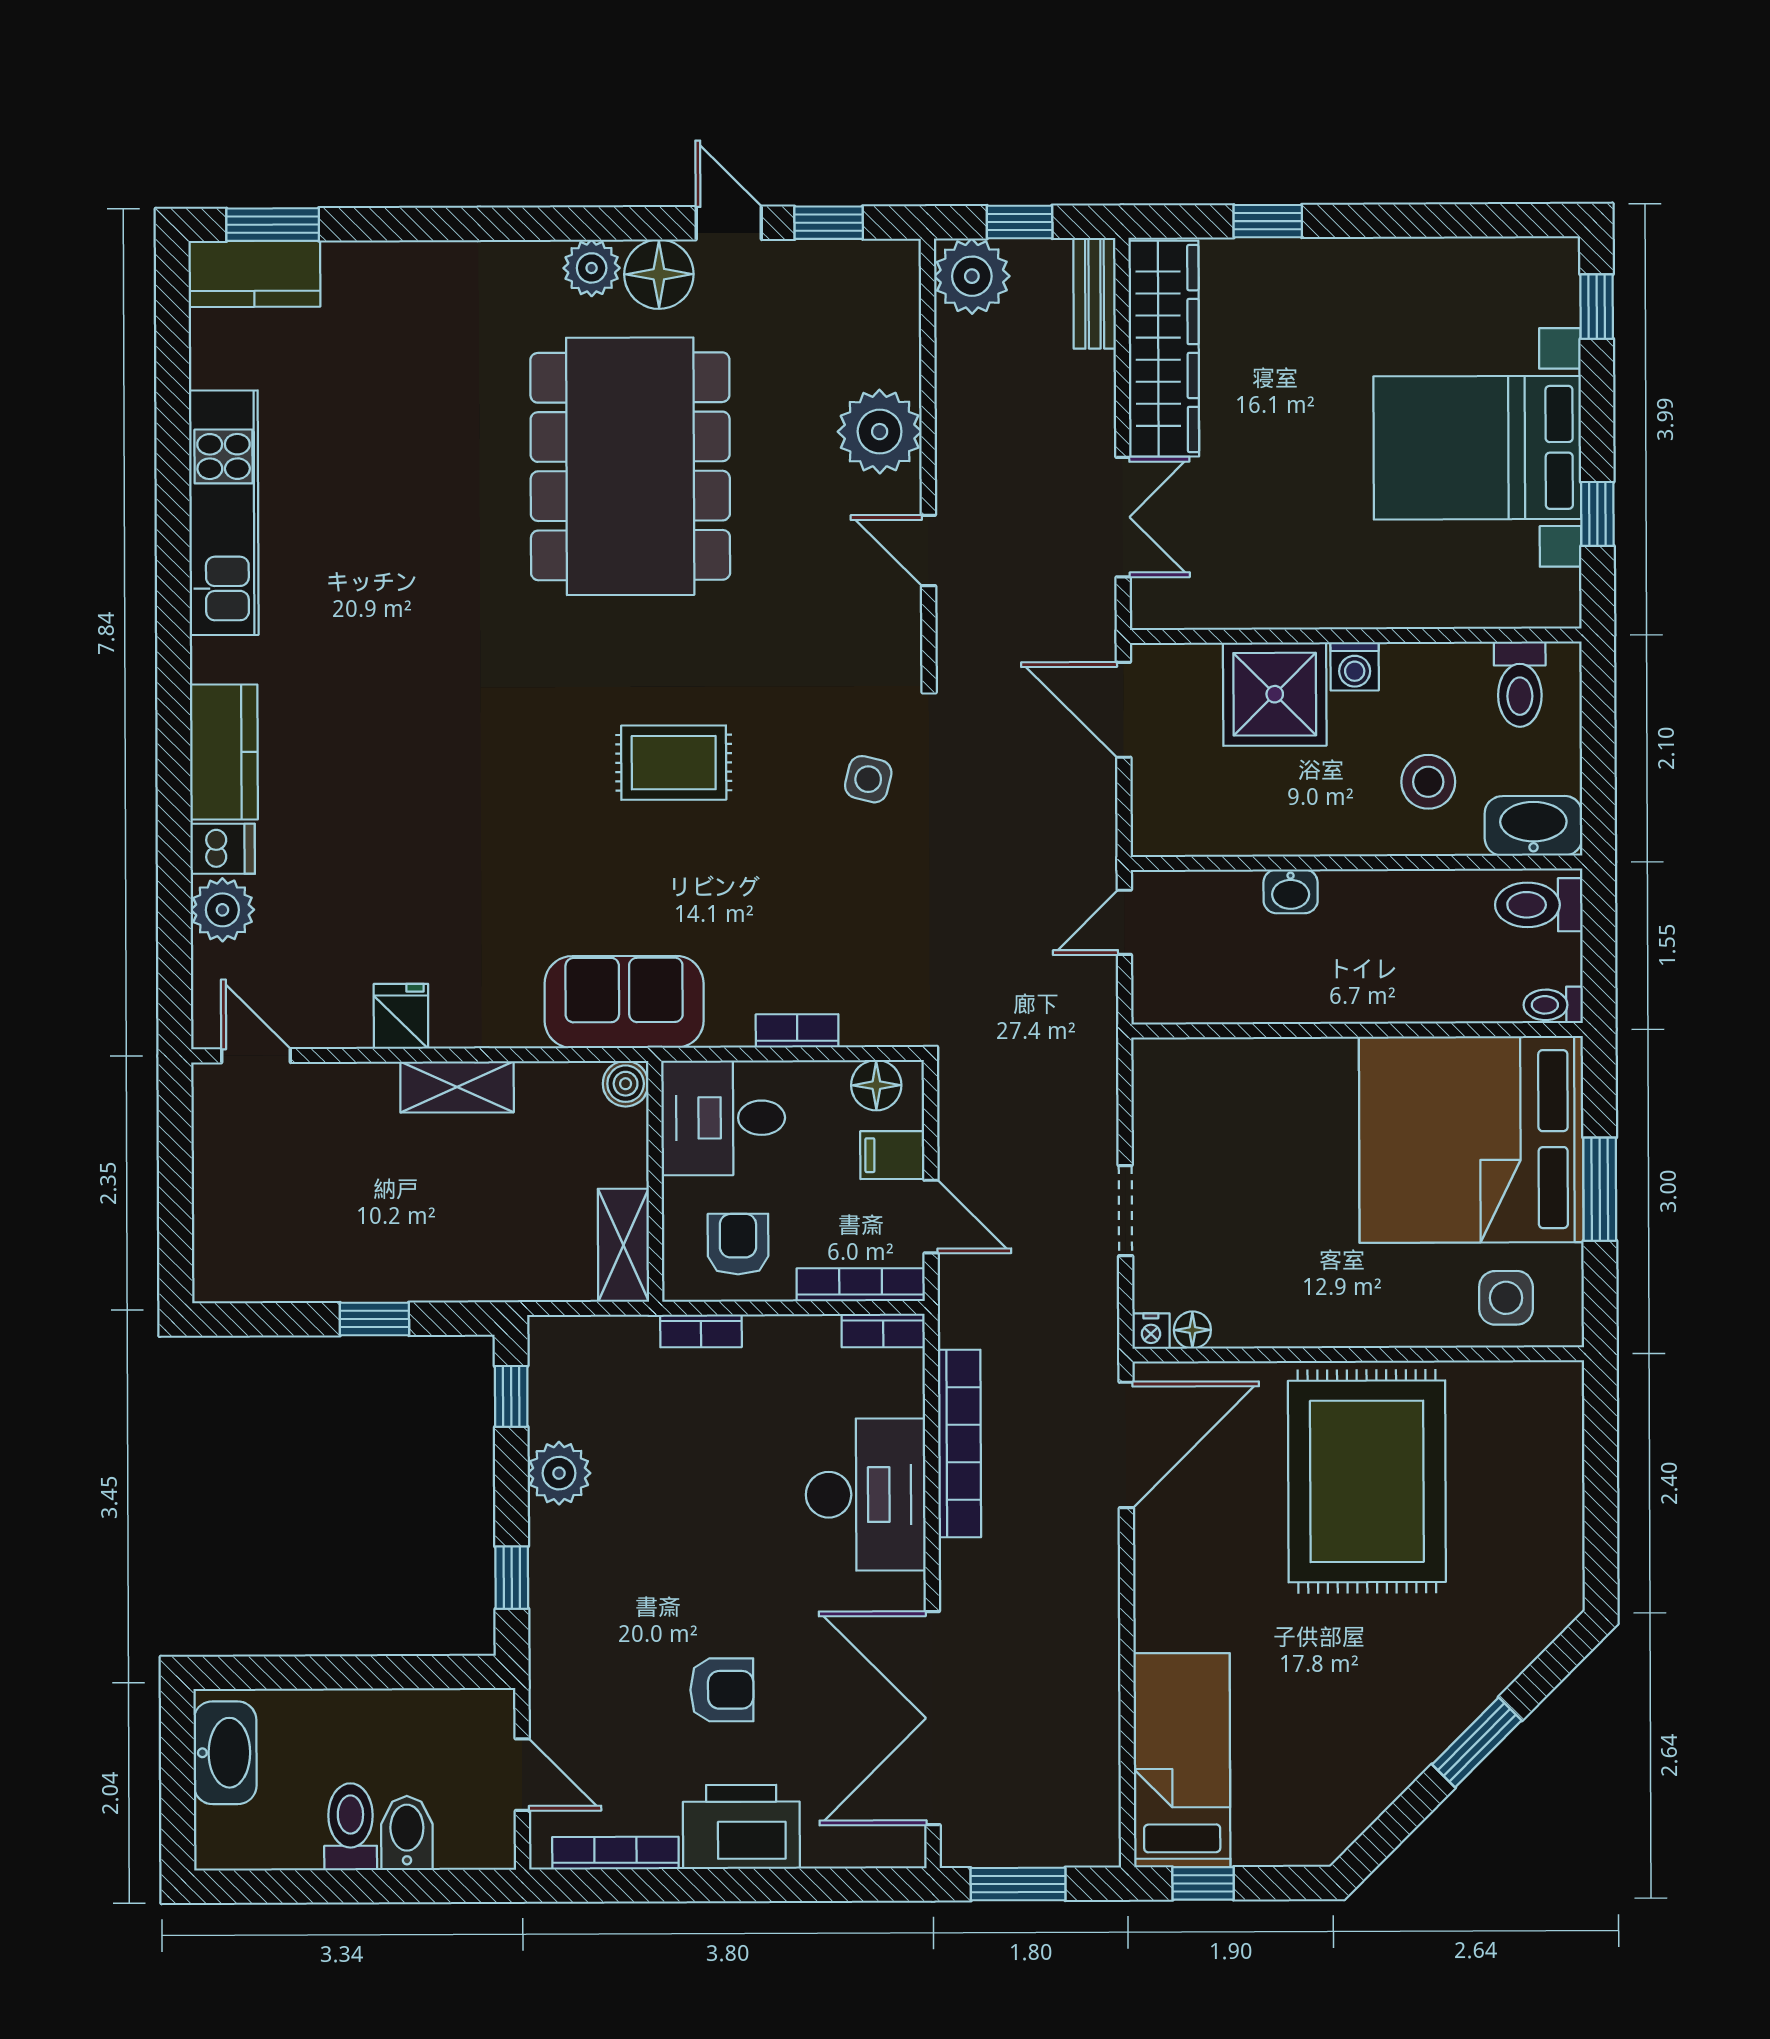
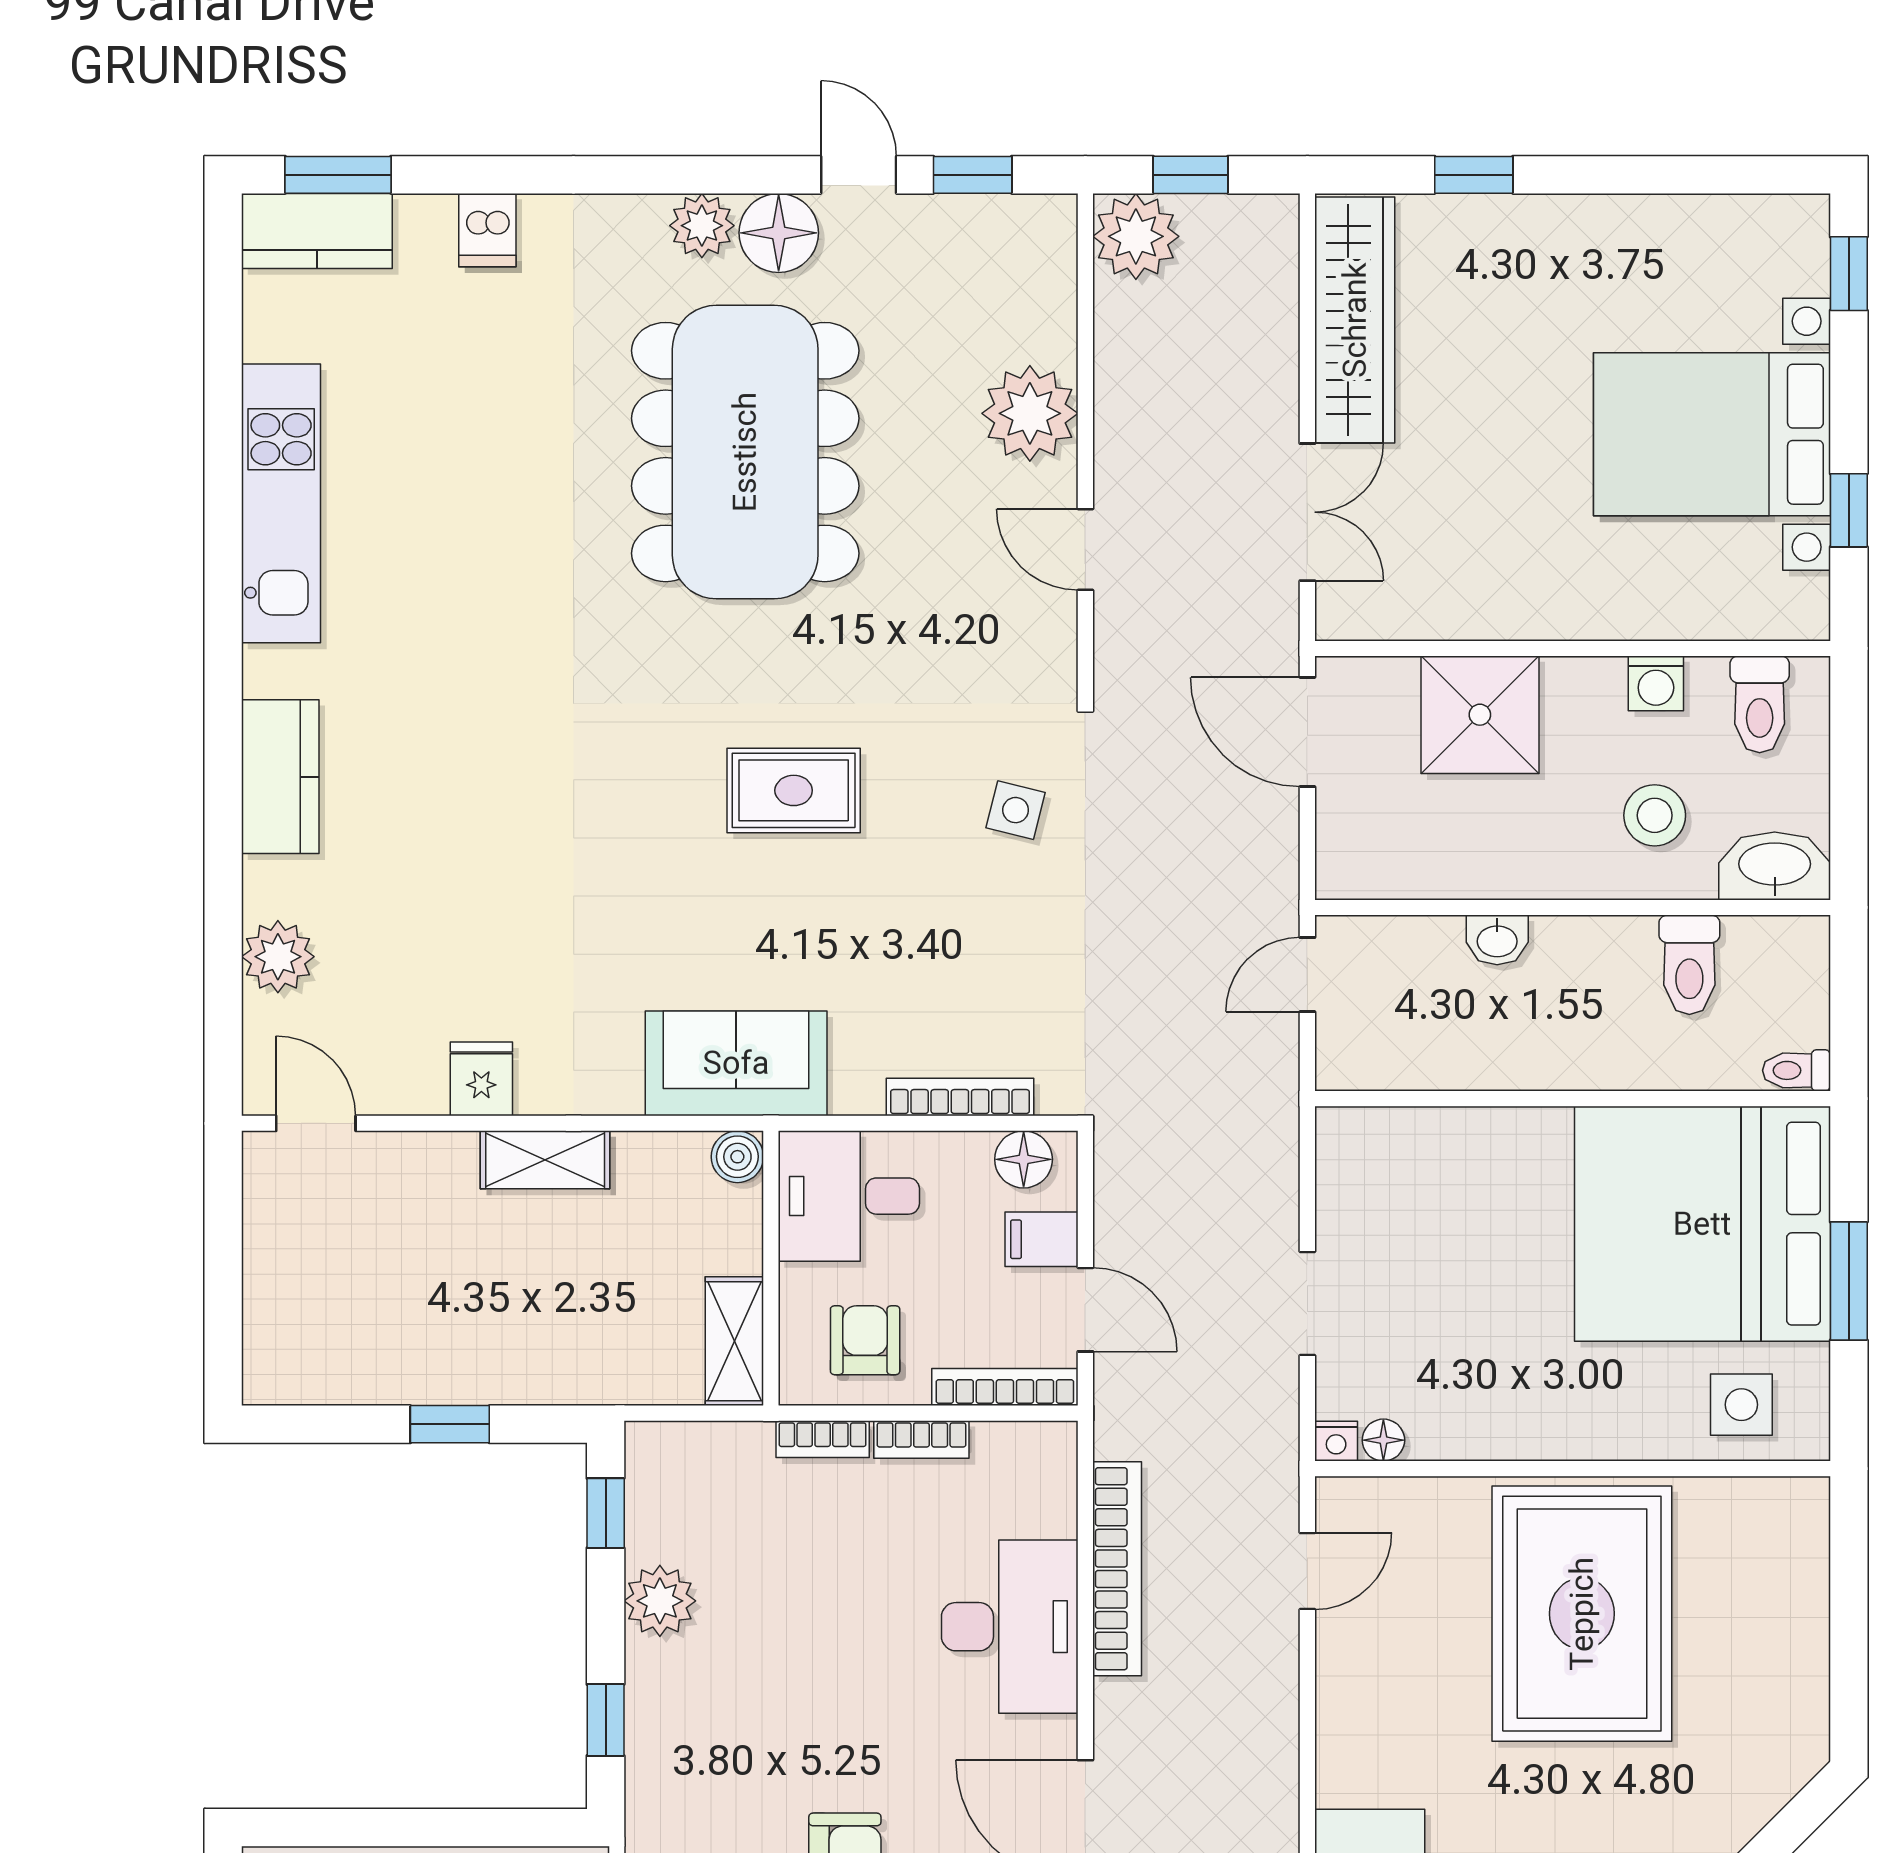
bench: (1095, 293) -> (1276, 256), removed
washing machine: (1355, 666) -> (1656, 683), moved
dishwasher: (223, 849) -> (487, 230), moved, turned 90
toilet: (1539, 905) -> (1689, 965), moved, turned -90
bookcase: (797, 1031) -> (960, 1097), width x1.56
bookcase: (883, 1331) -> (921, 1440), moved
door: (1126, 1445) -> (1307, 1571), width x0.53

